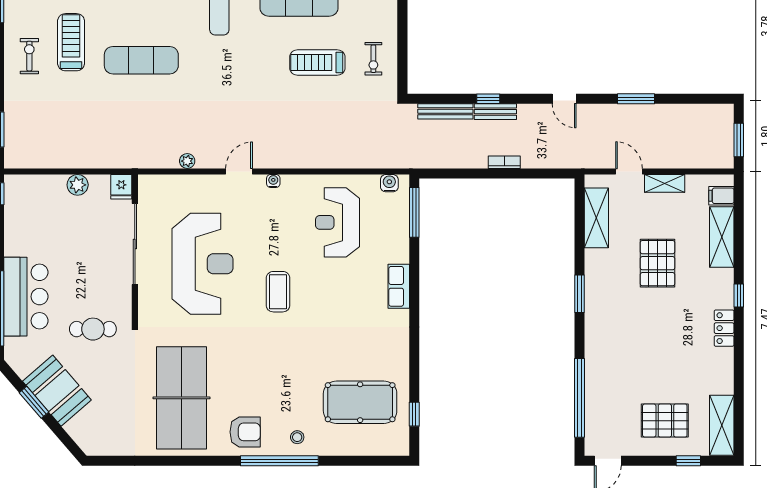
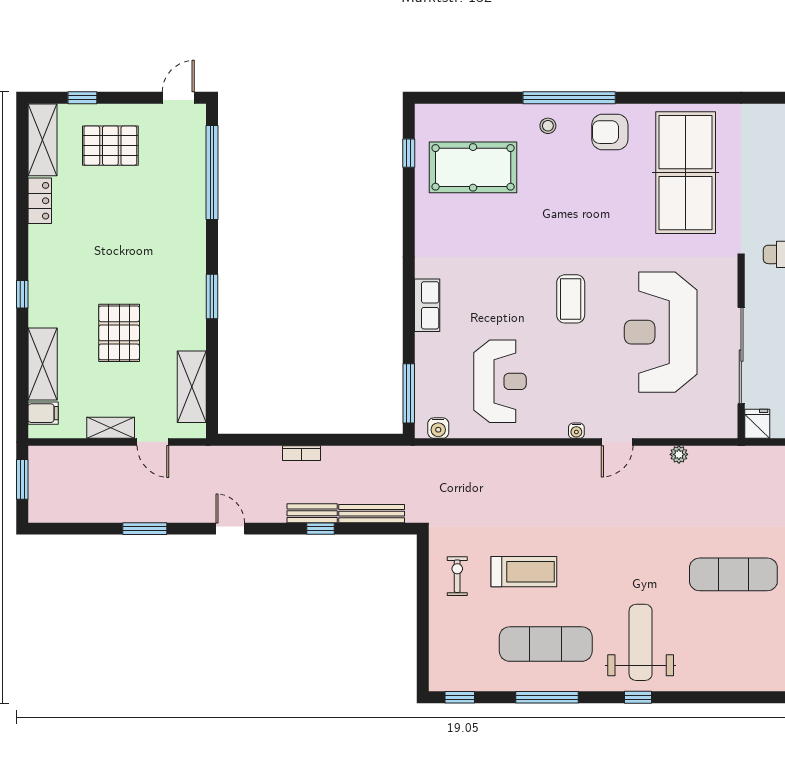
locker: (724, 328) -> (40, 201), moved

